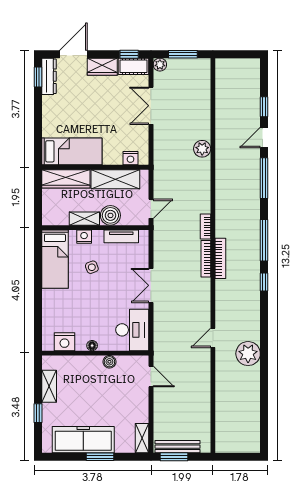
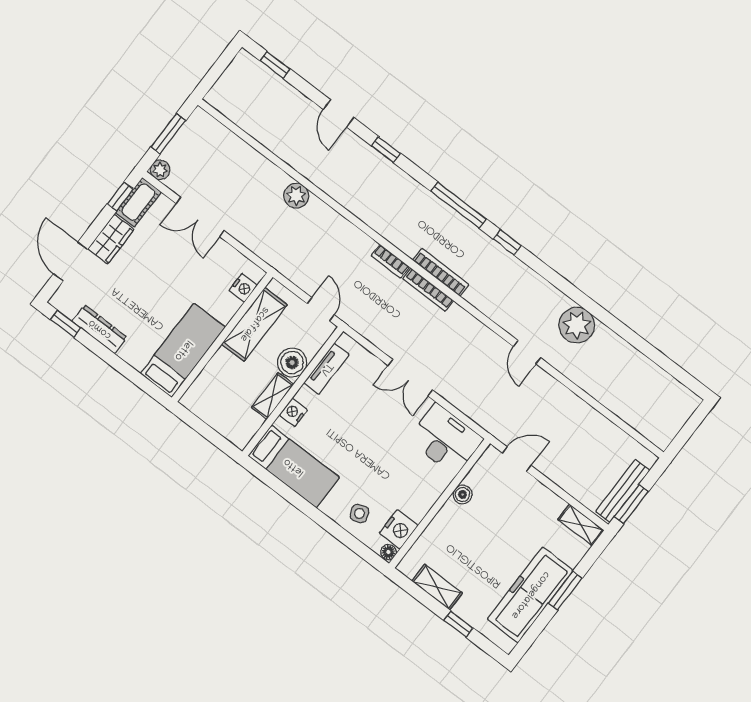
dresser: (49, 76) -> (100, 329), moved
window: (264, 107) -> (275, 65), moved
window: (264, 178) -> (386, 150), width x0.46
wardrobe: (66, 179) -> (210, 382), removed
side table: (92, 267) -> (359, 513), moved
floor lamp: (92, 346) -> (389, 552), moved

